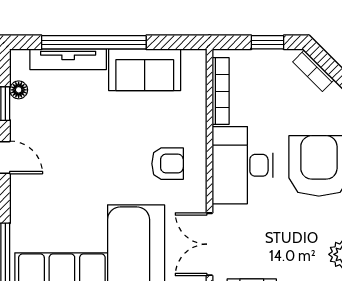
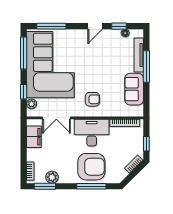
window: (94, 42) -> (146, 66), width x0.68
armchair: (168, 164) -> (92, 99), turned -90
double door: (209, 244) -> (56, 118), swing flipped

